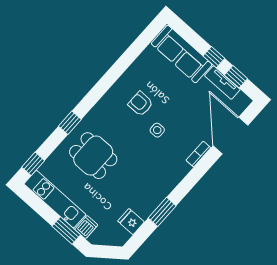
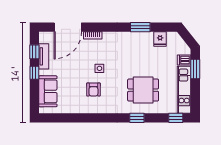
sofa: (182, 54) -> (48, 91), width x0.73
dining table: (93, 156) -> (143, 90), turned 90

